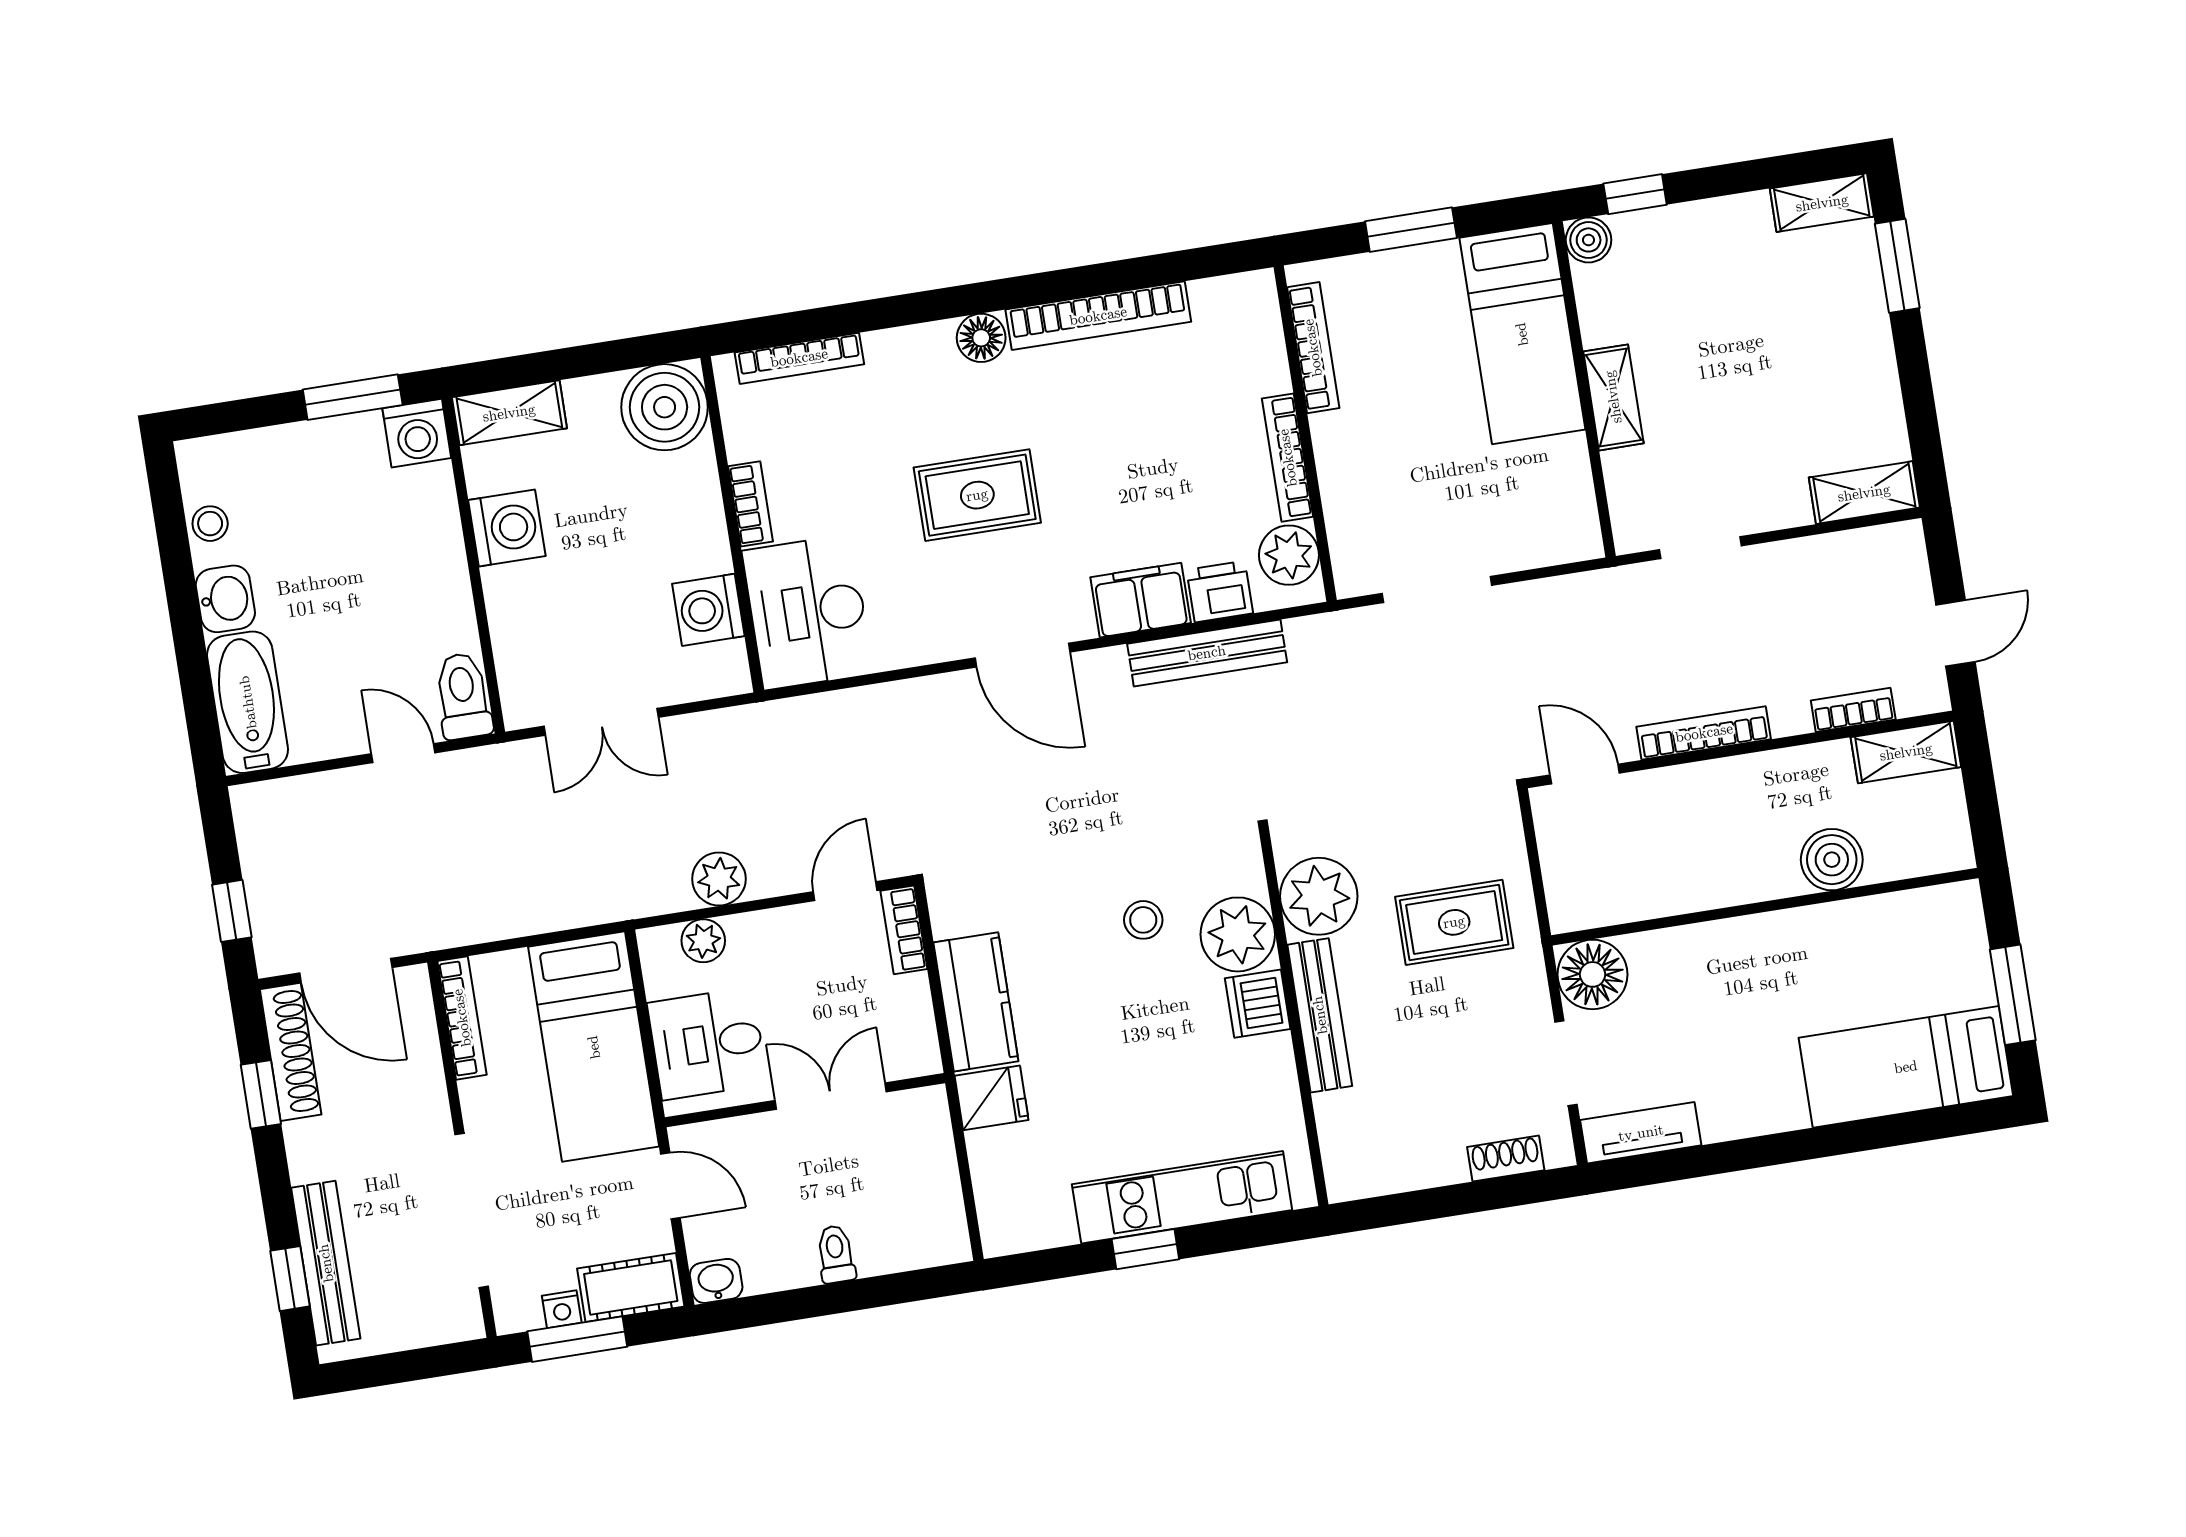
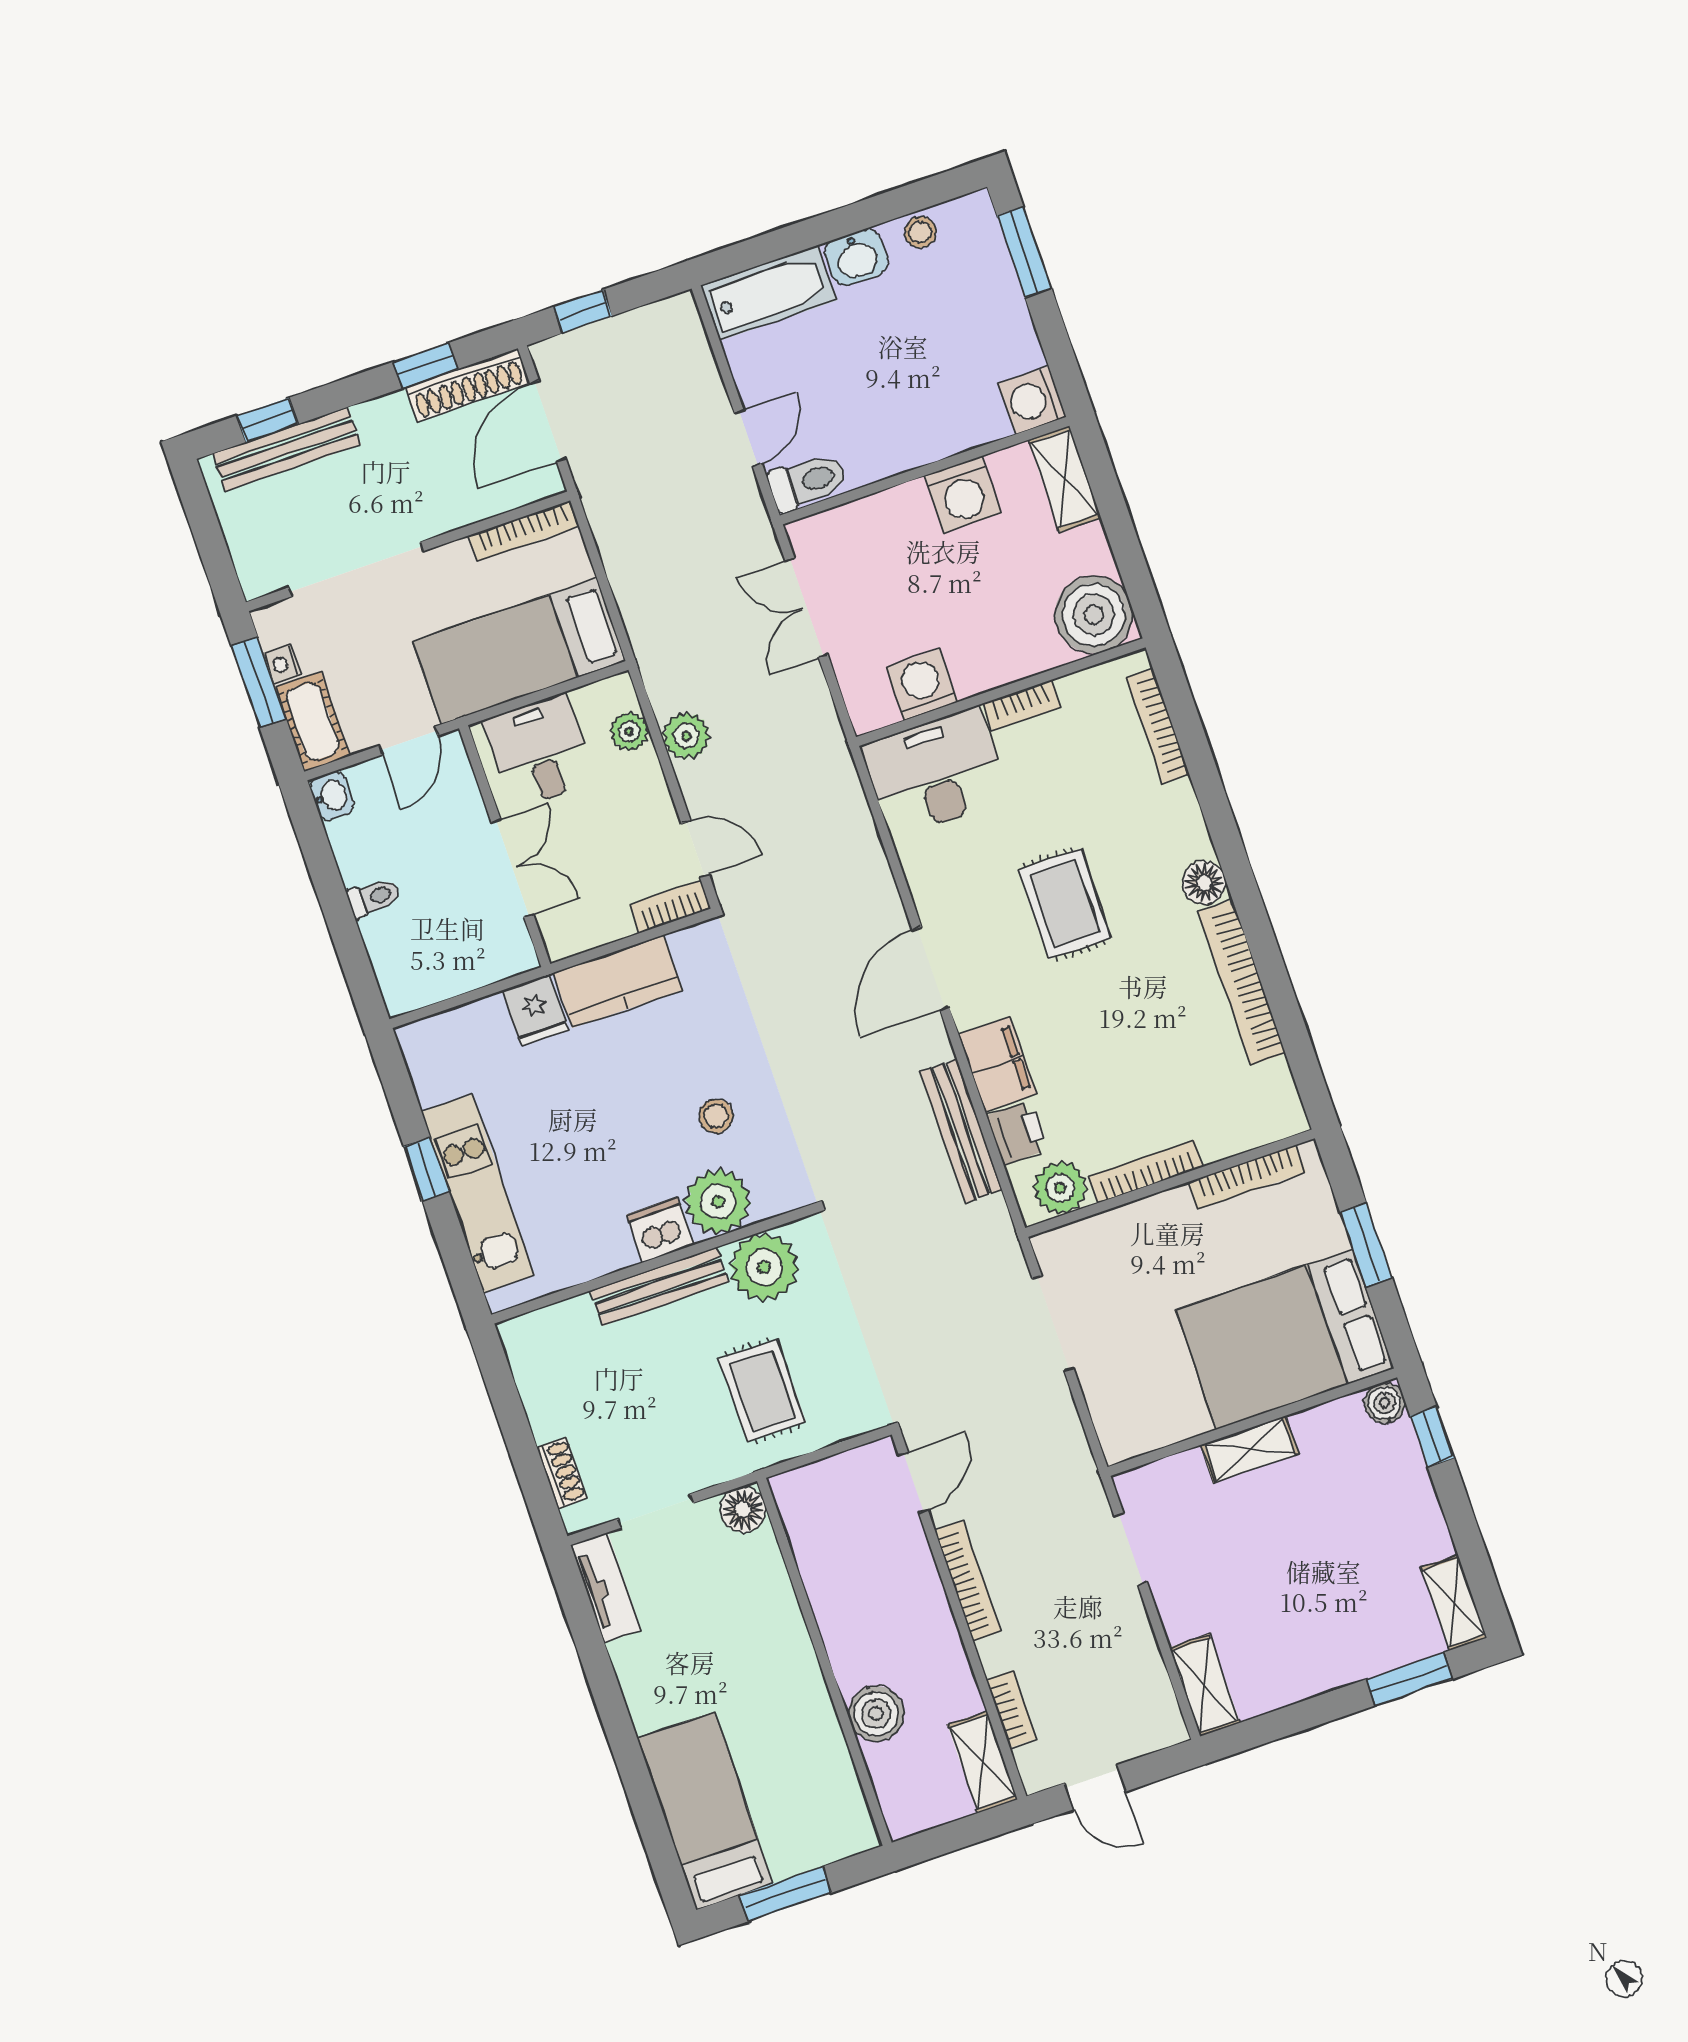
bed: (1522, 334) -> (1285, 1339), width x1.50
window: (353, 397) -> (1024, 252), moved
floor lamp: (1592, 974) -> (743, 1510), width x0.73, depth x0.73

